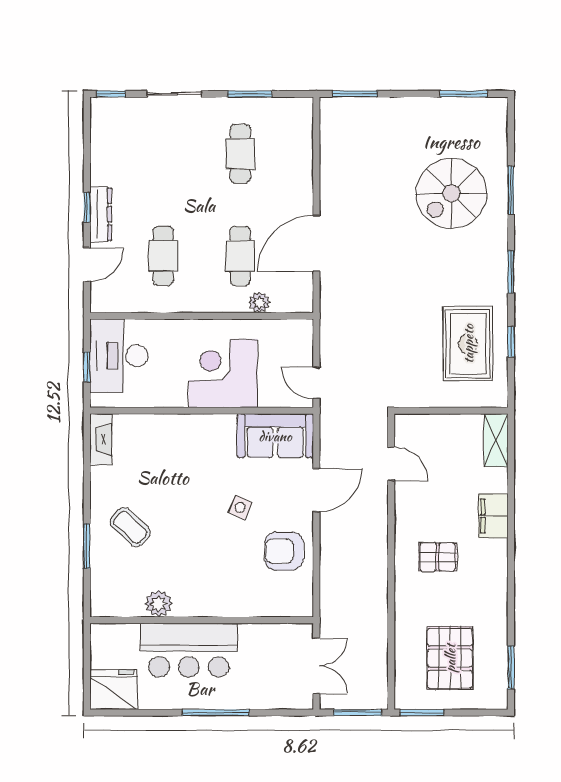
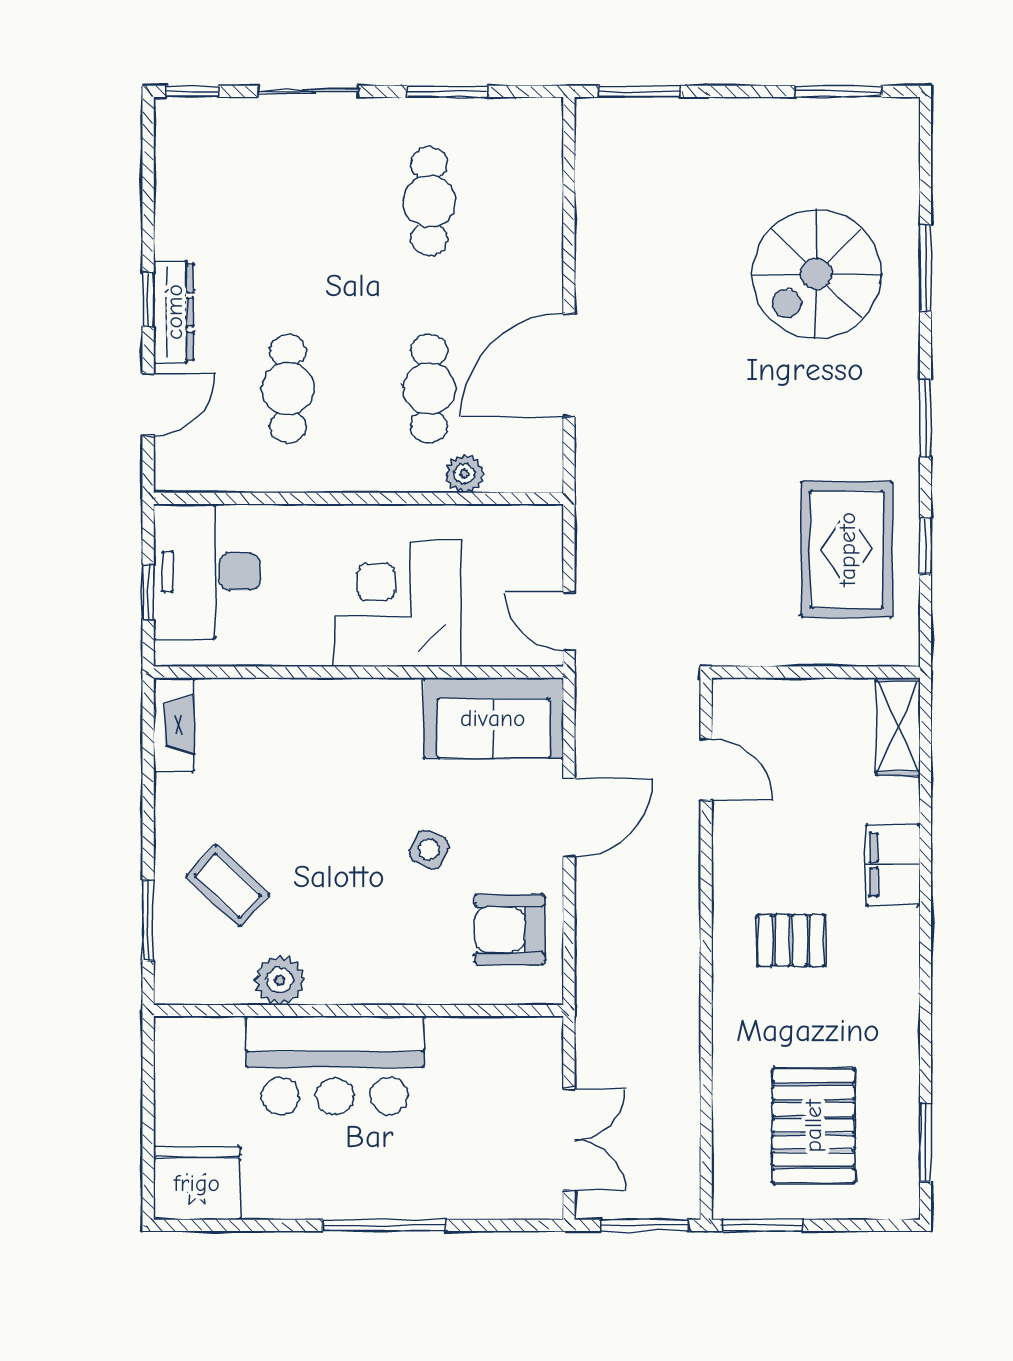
plant: (159, 604) -> (280, 980), moved
wall: (202, 620) -> (359, 1010), moved
bar counter: (189, 650) -> (335, 1065), moved

